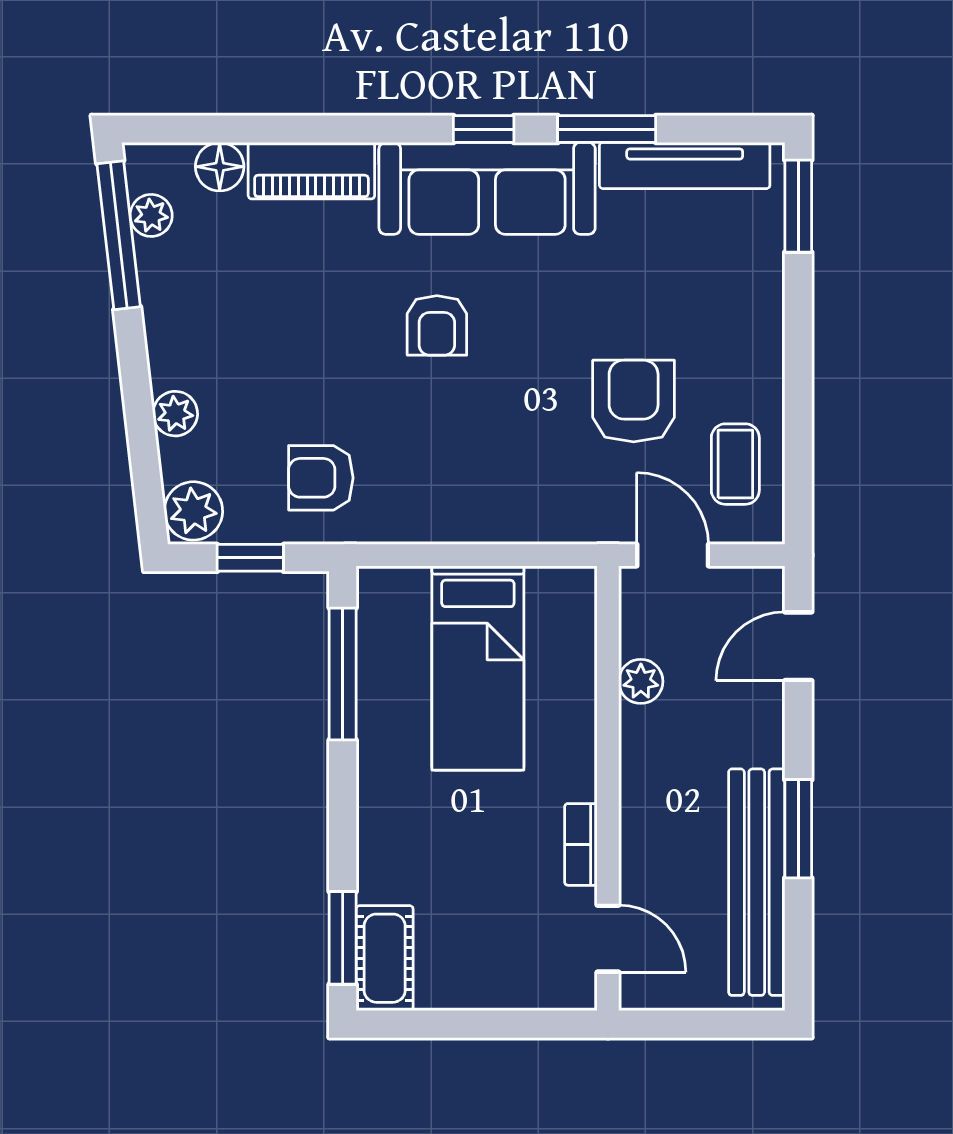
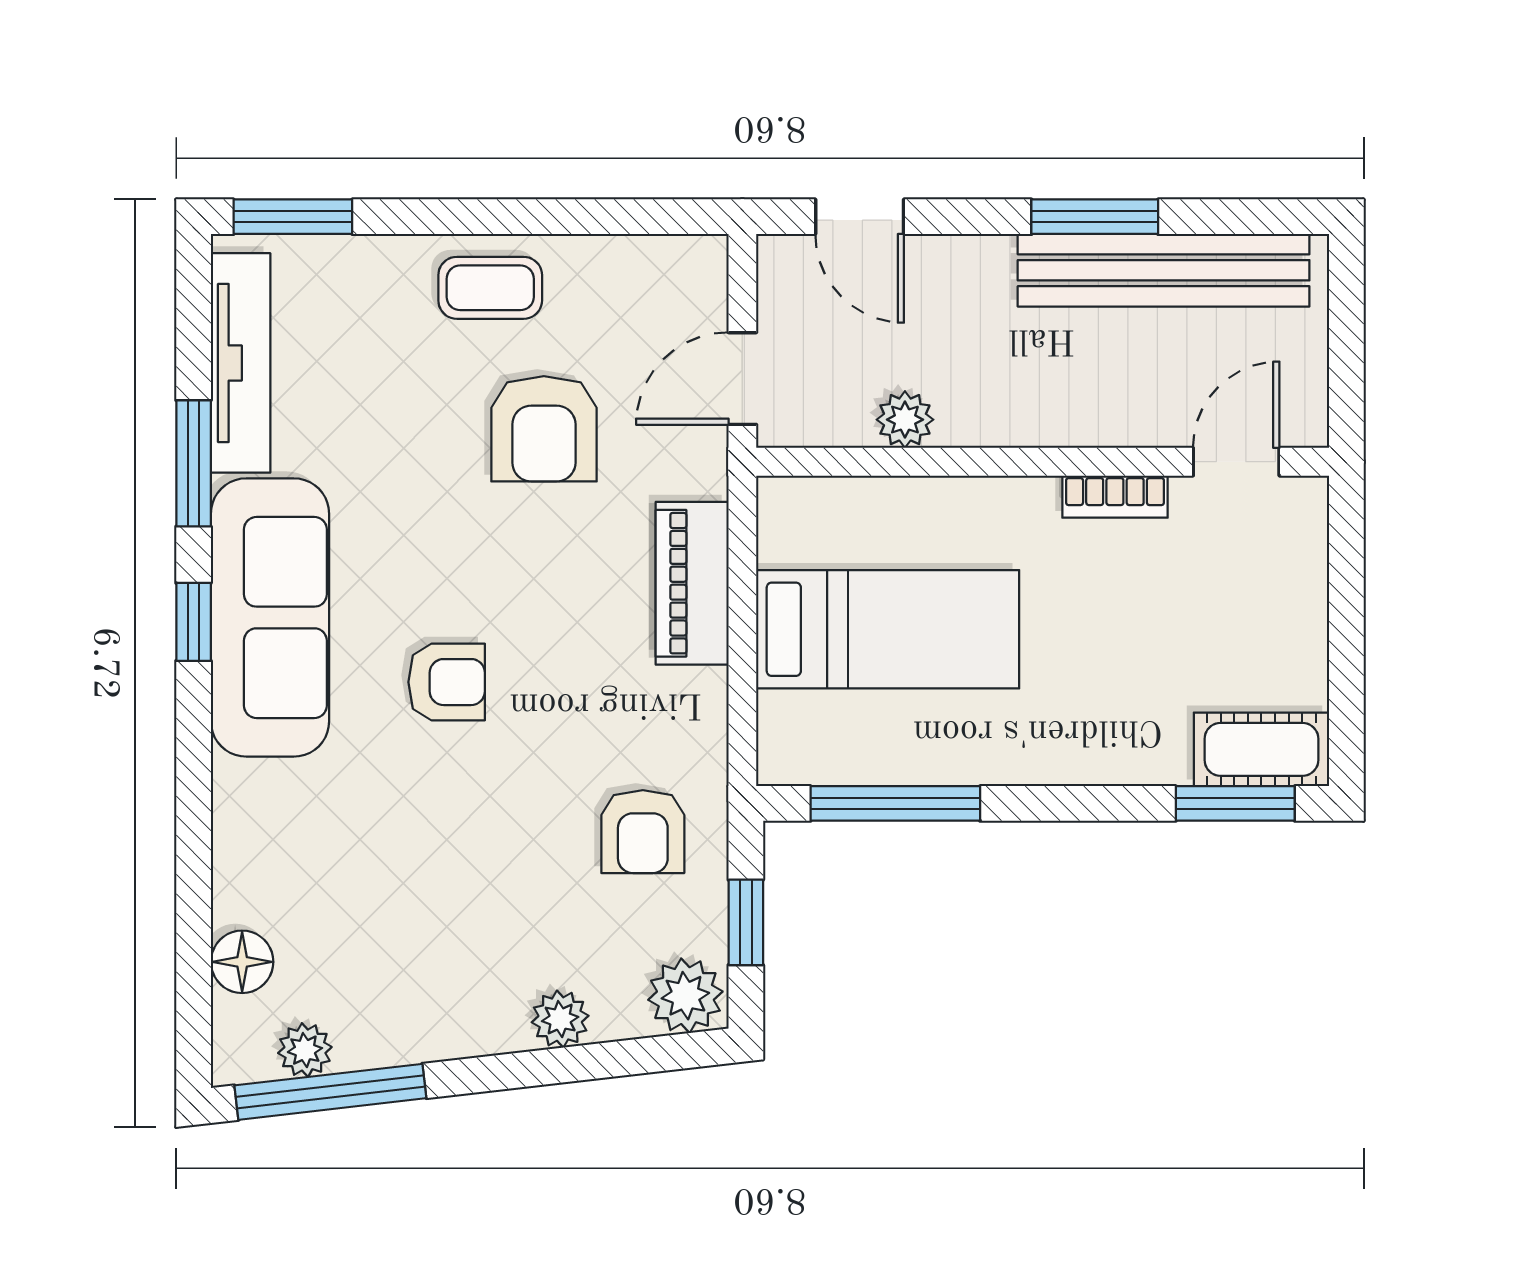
piano: (311, 171) -> (692, 583), moved, turned 180
armchair: (634, 401) -> (544, 429), turned -90
coffee table: (735, 464) -> (490, 288), moved

